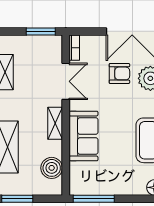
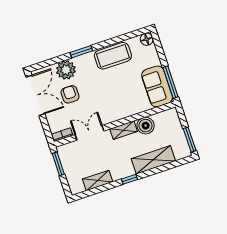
sofa: (83, 136) -> (157, 86), moved, turned -90
boiler: (52, 168) -> (146, 126), moved

